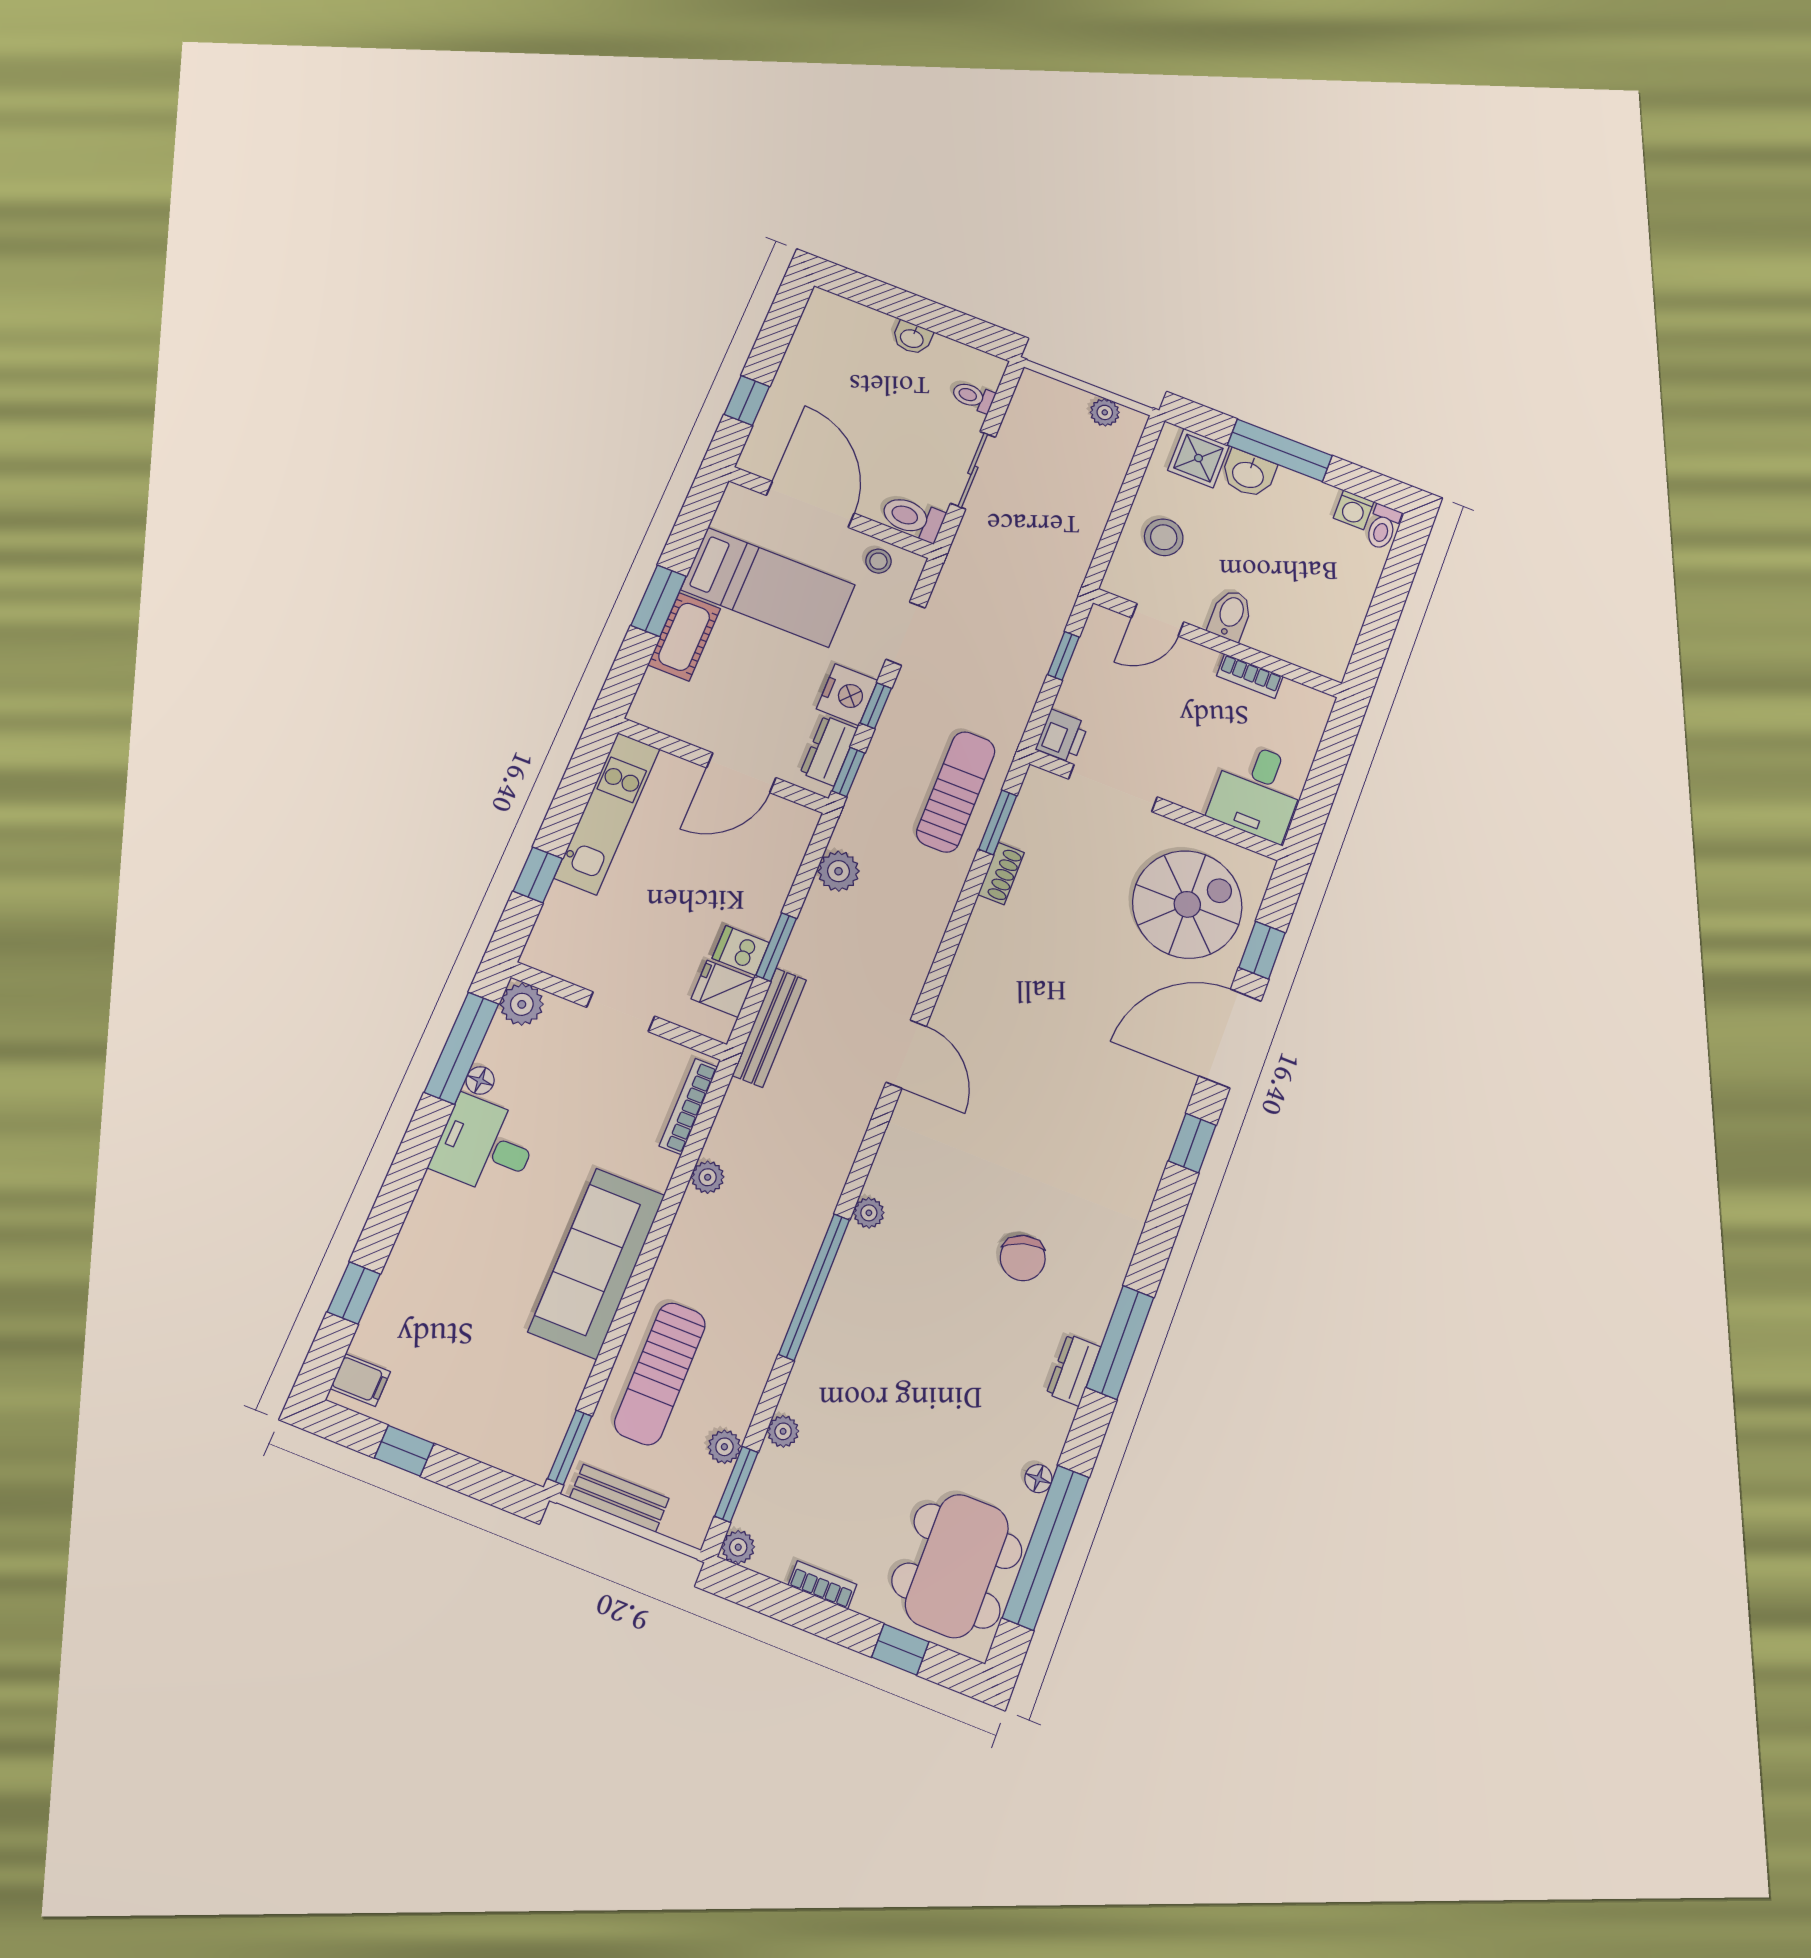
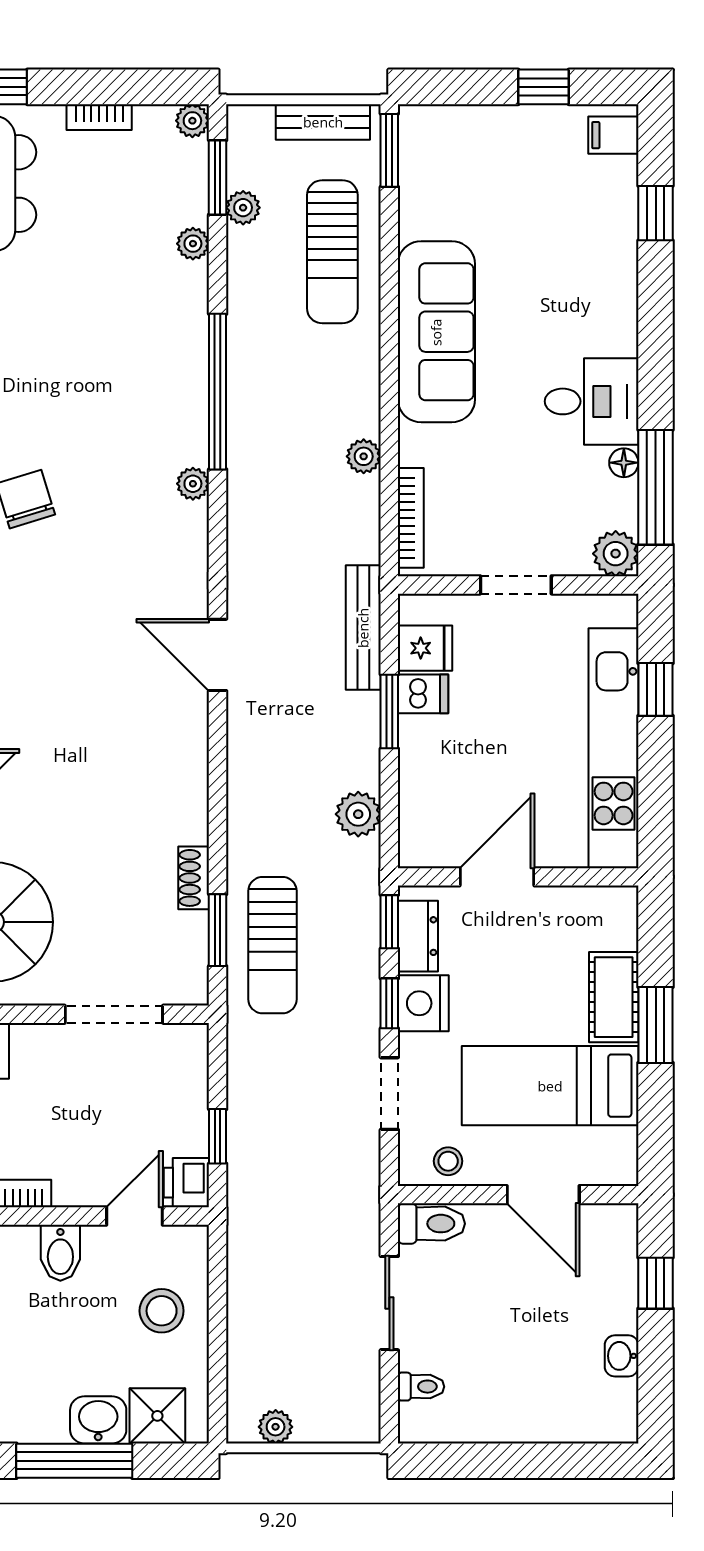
washbasin: (912, 338) -> (622, 1356), moved, turned -90
door: (810, 504) -> (543, 1195), width x0.73
printer: (1062, 736) -> (186, 1183), moved
kitchen unit: (607, 813) -> (614, 748), width x1.36
sun lounger: (660, 1374) -> (332, 252), turned 180

